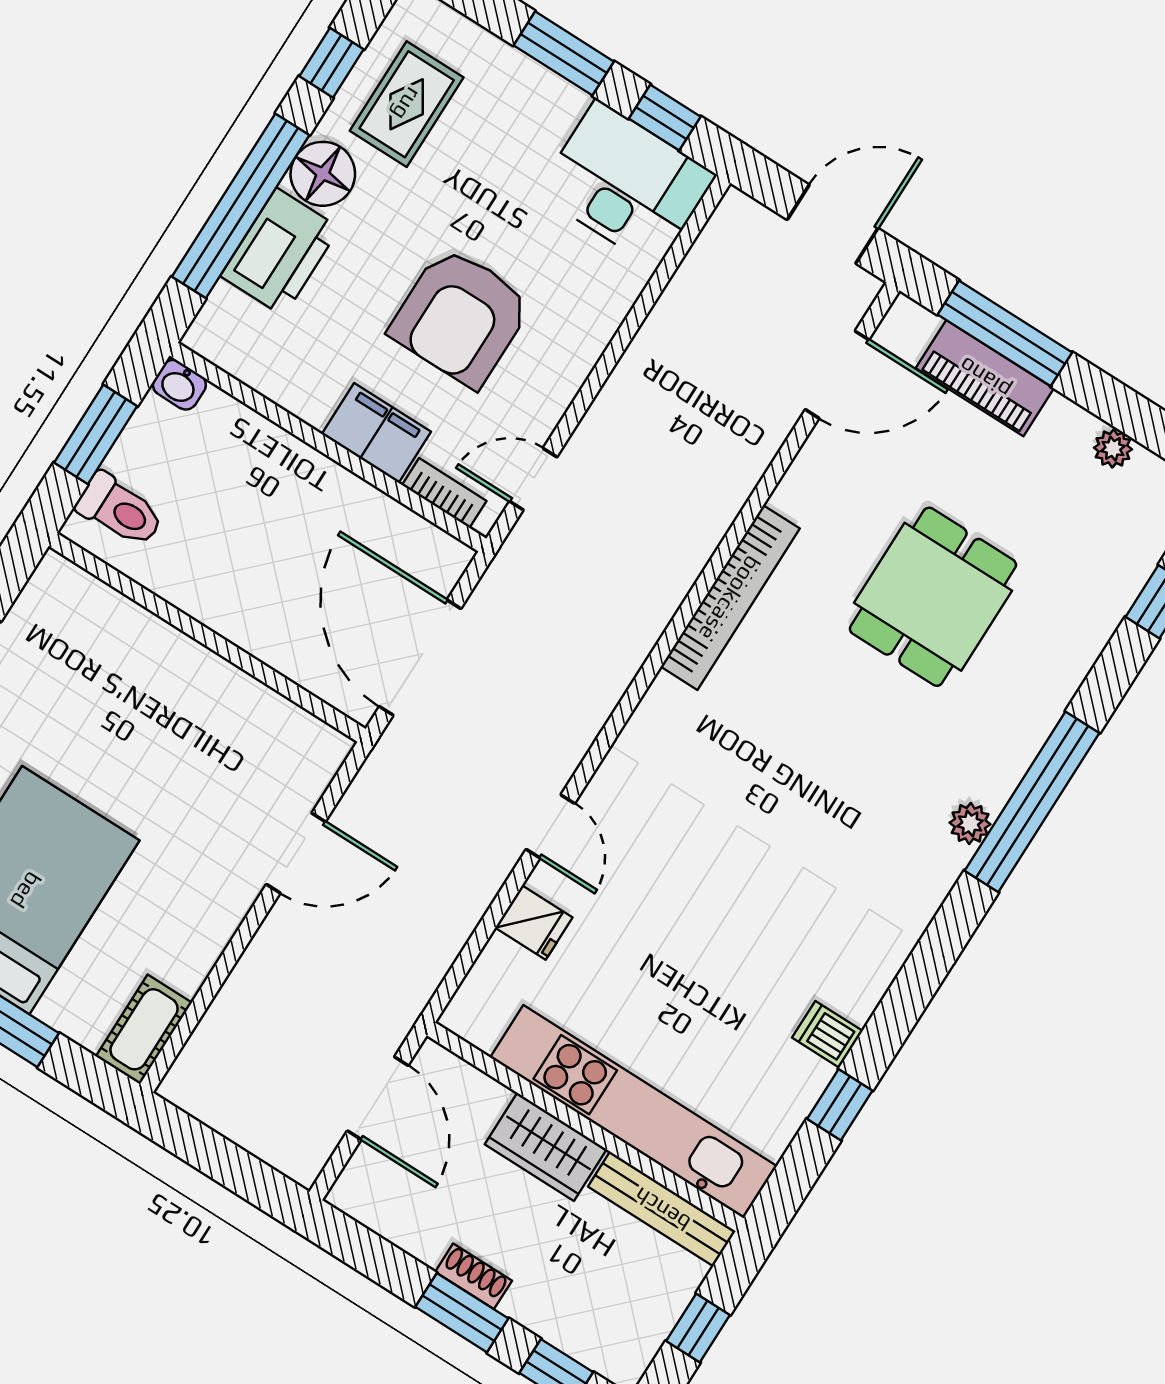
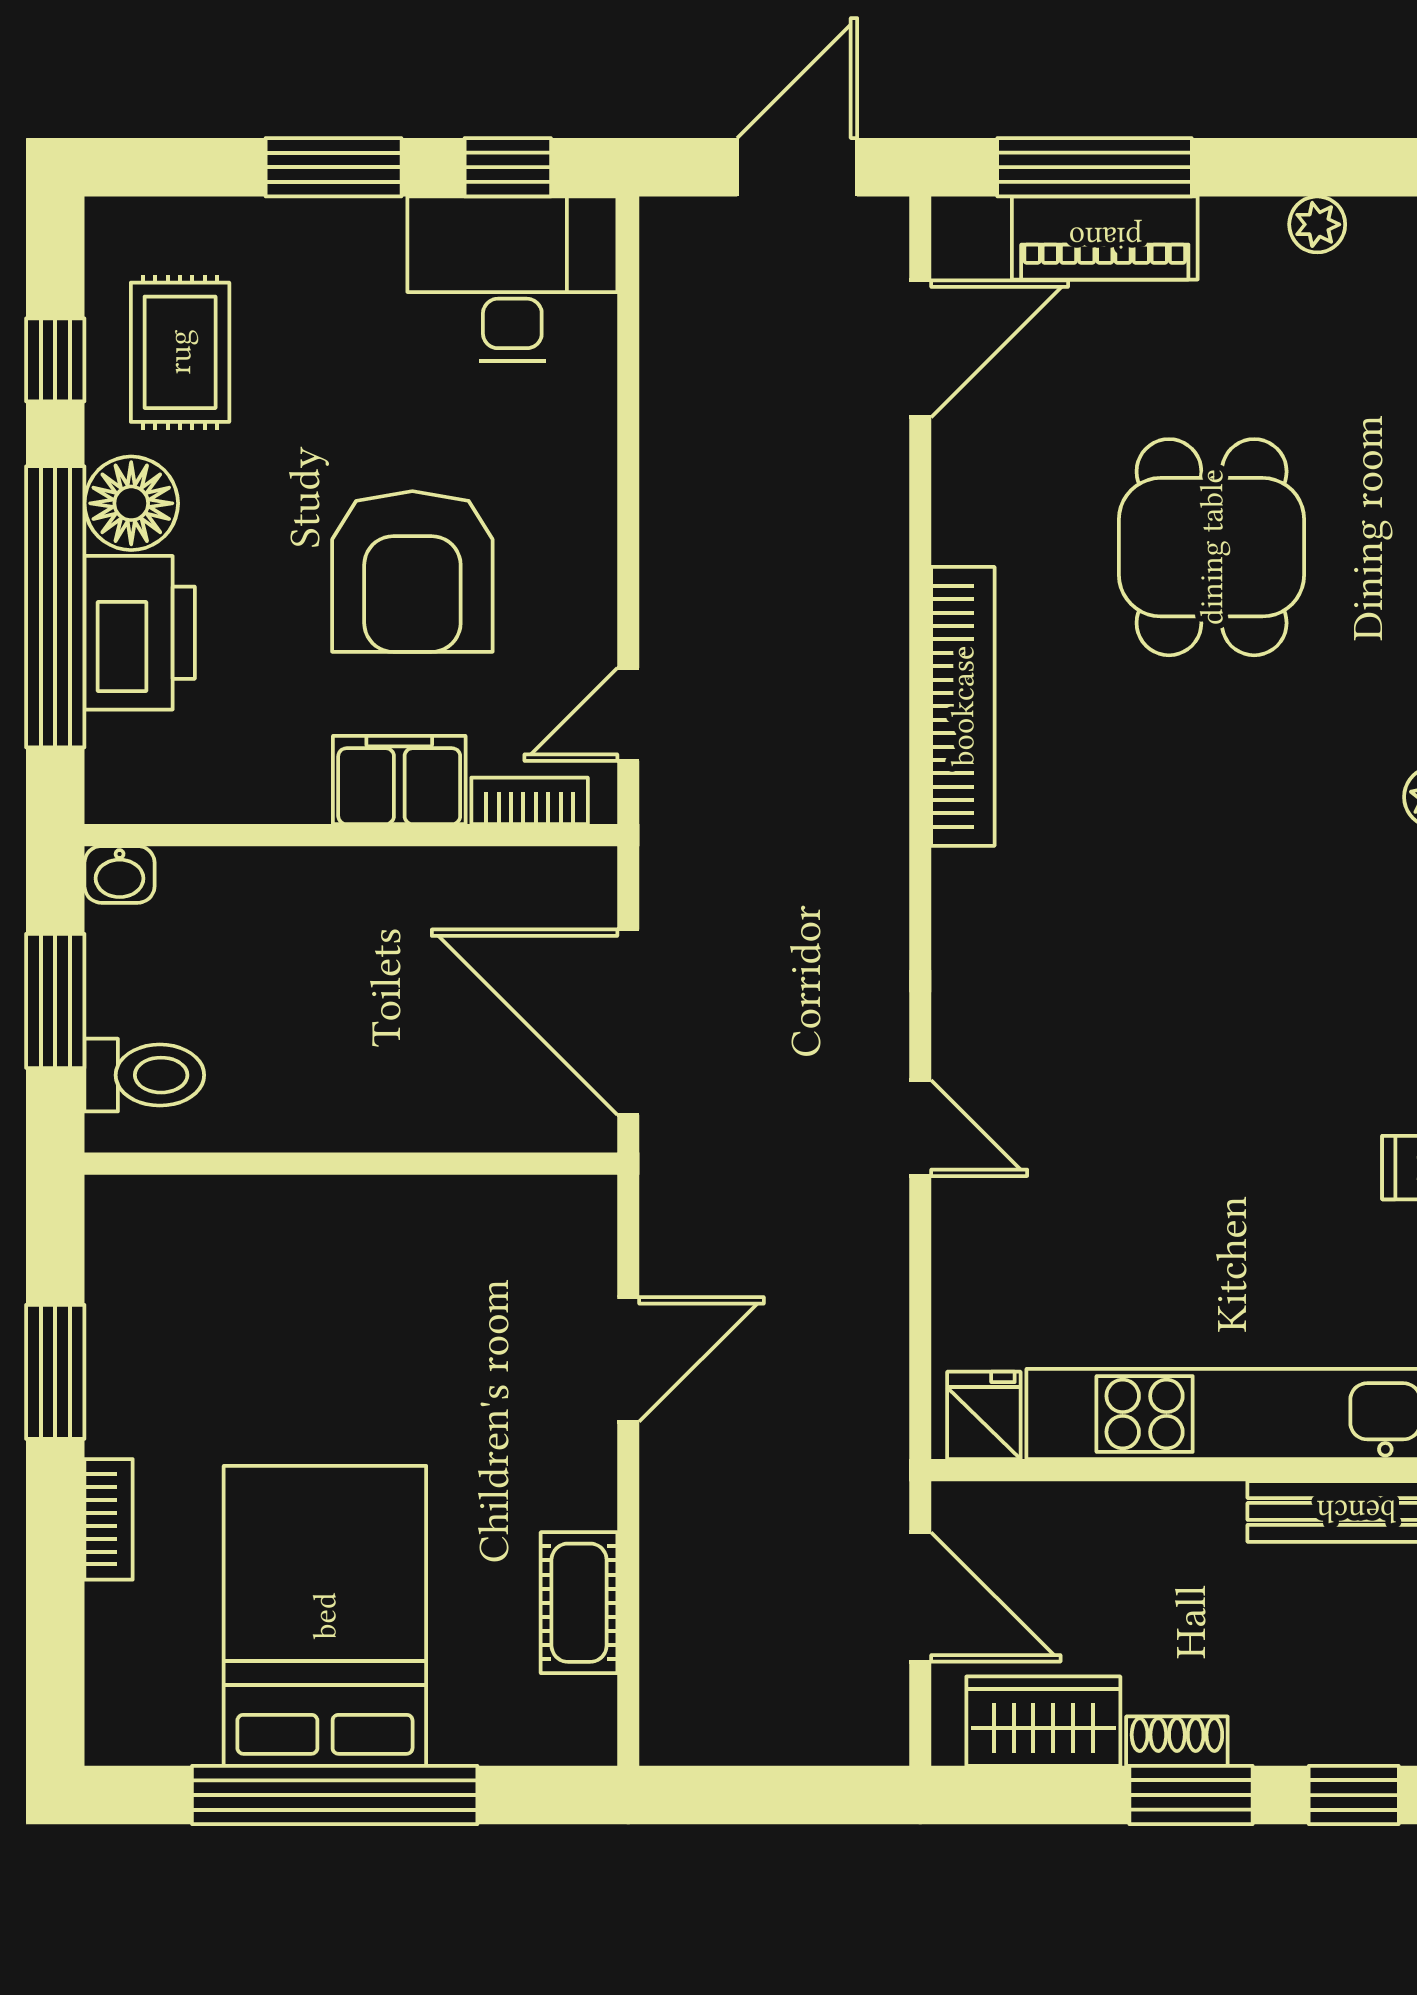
fridge: (534, 922) -> (984, 1415), moved, turned -90
cot: (144, 1029) -> (579, 1603), moved
wardrobe: (546, 1147) -> (1043, 1721), moved, turned 180

